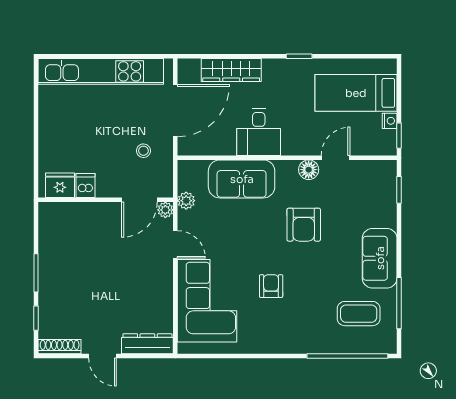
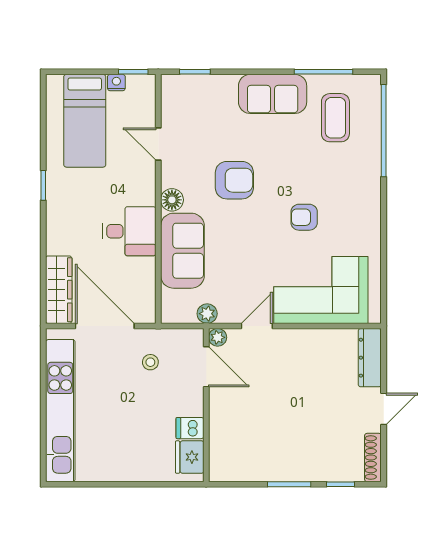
wardrobe: (231, 70) -> (59, 290), moved
floor lamp: (309, 170) -> (172, 200), moved

